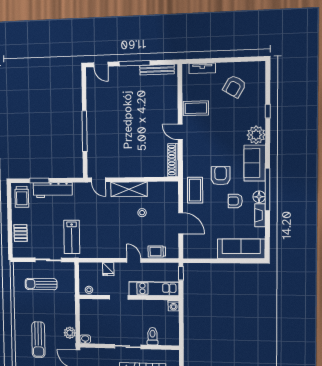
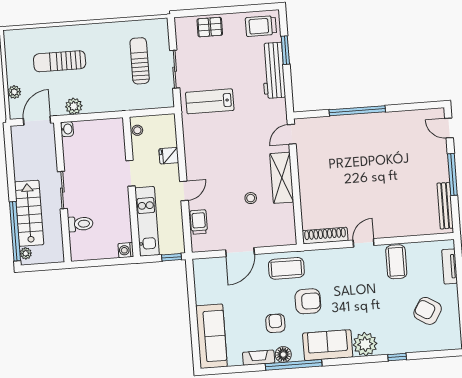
door: (101, 64) -> (449, 128), hinge flipped

